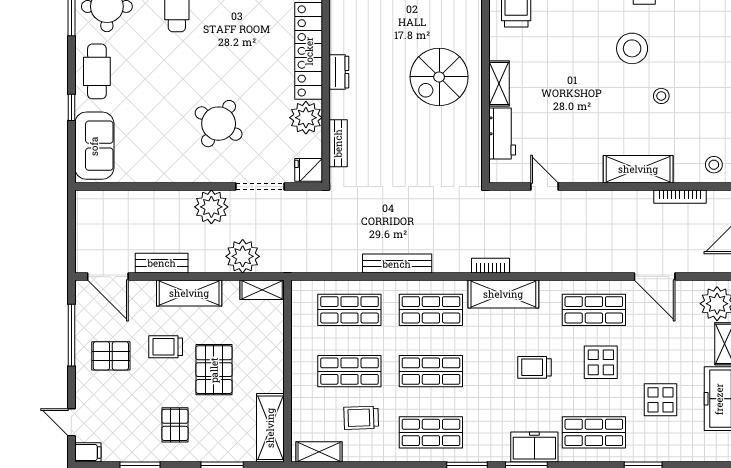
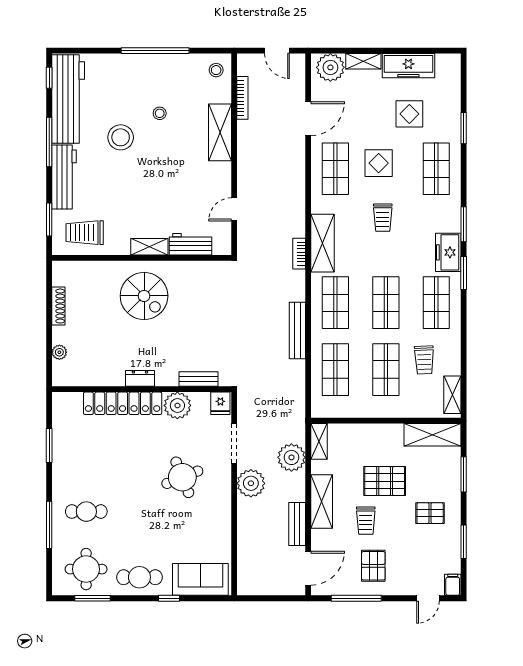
round table: (219, 124) -> (182, 477), turned 36
freezer: (534, 447) -> (448, 252), moved

